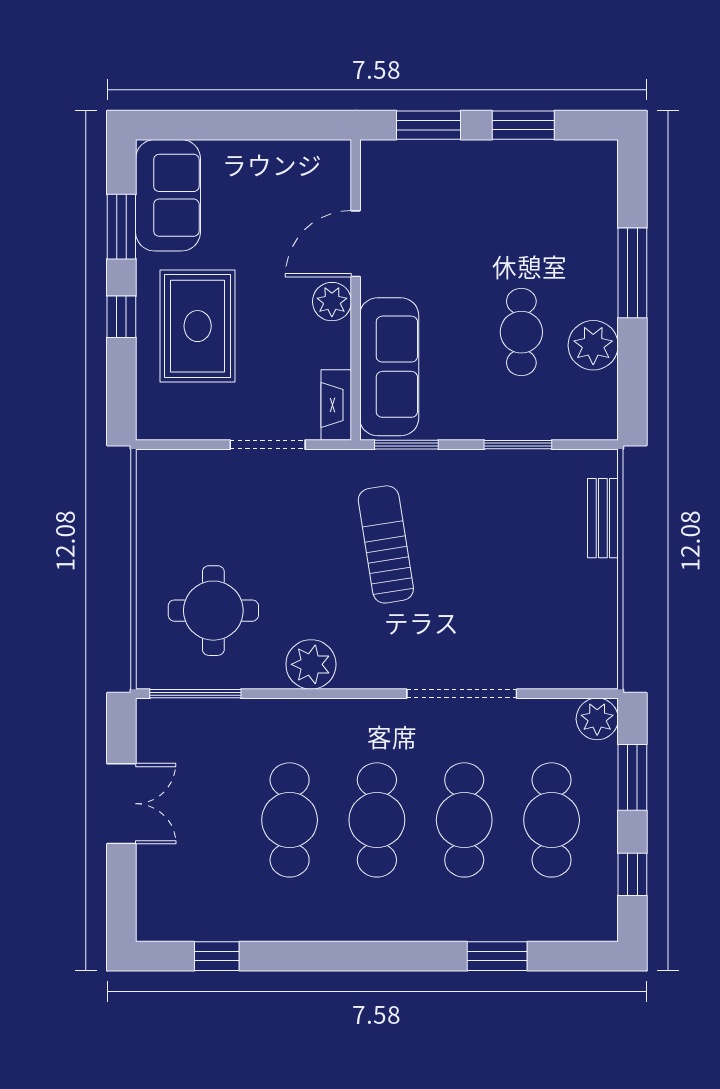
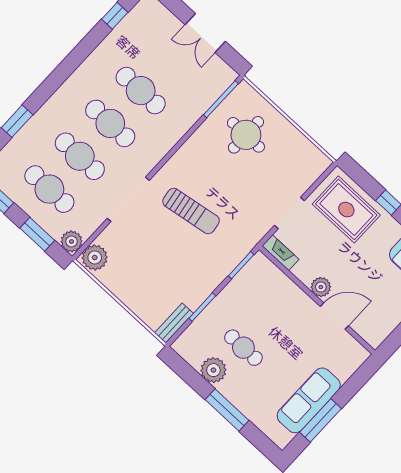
window: (429, 125) -> (354, 385), removed
window: (523, 125) -> (321, 420), width x1.44
door: (356, 244) -> (334, 316), hinge flipped
rug: (198, 326) -> (346, 210), moved
sofa: (389, 367) -> (309, 400), moved, turned 90
bench: (603, 518) -> (174, 323), moved, turned 90
sun lounger: (386, 544) -> (191, 211), moved
plant: (311, 664) -> (95, 257), moved

